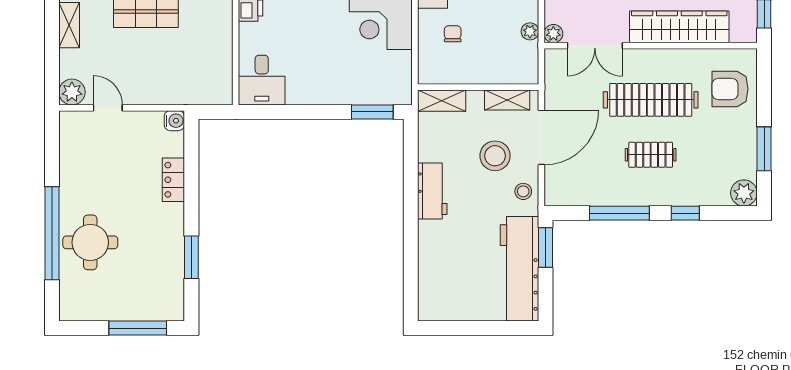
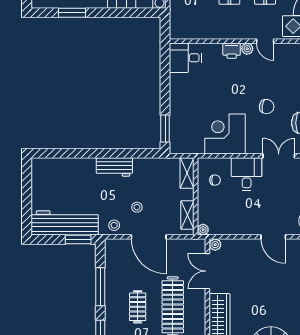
plant: (530, 31) -> (203, 230), moved
wall: (478, 87) -> (196, 196), moved
shelving: (507, 100) -> (187, 215), moved
shelving: (442, 101) -> (187, 173), moved
stool: (495, 156) -> (137, 207), width x0.53, depth x0.53

